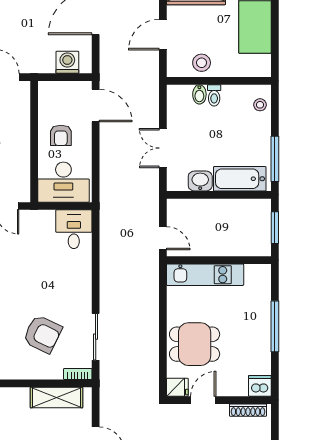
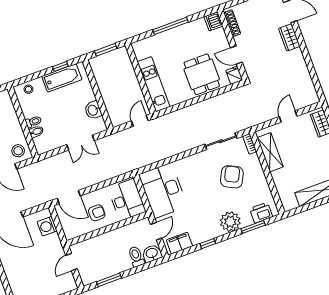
stool: (202, 63) -> (18, 151), moved
door: (96, 106) -> (69, 197), swing flipped
window: (275, 159) -> (60, 66), width x0.46
bathtub: (240, 179) -> (62, 78), moved, turned -90
desk: (74, 229) -> (163, 191), width x1.87, depth x1.30

